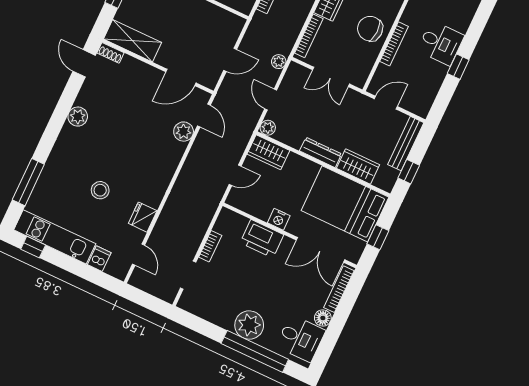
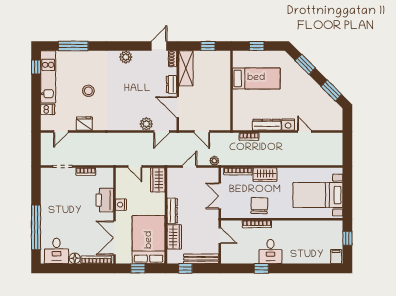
dresser: (145, 71) -> (172, 84), added
plant: (268, 128) -> (172, 173), removed
plant: (249, 325) -> (50, 217), removed

